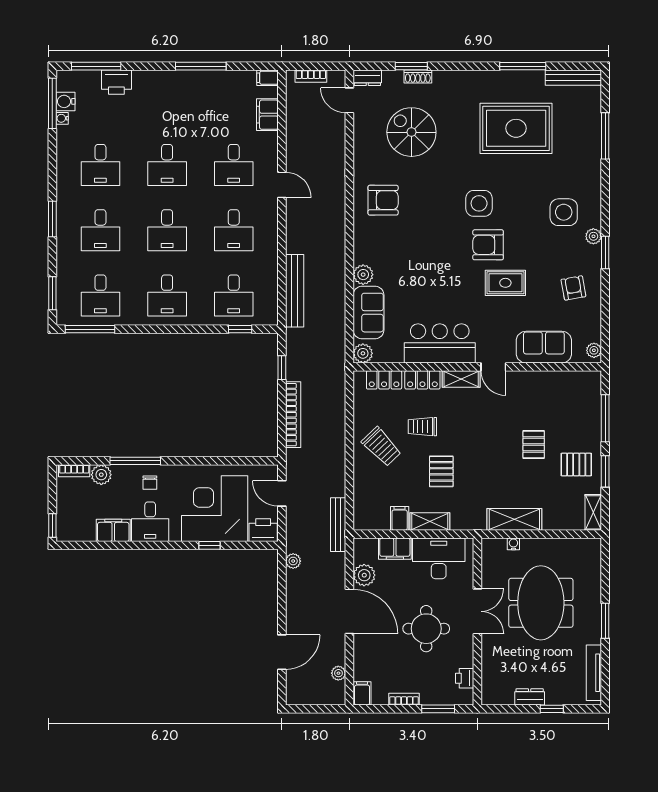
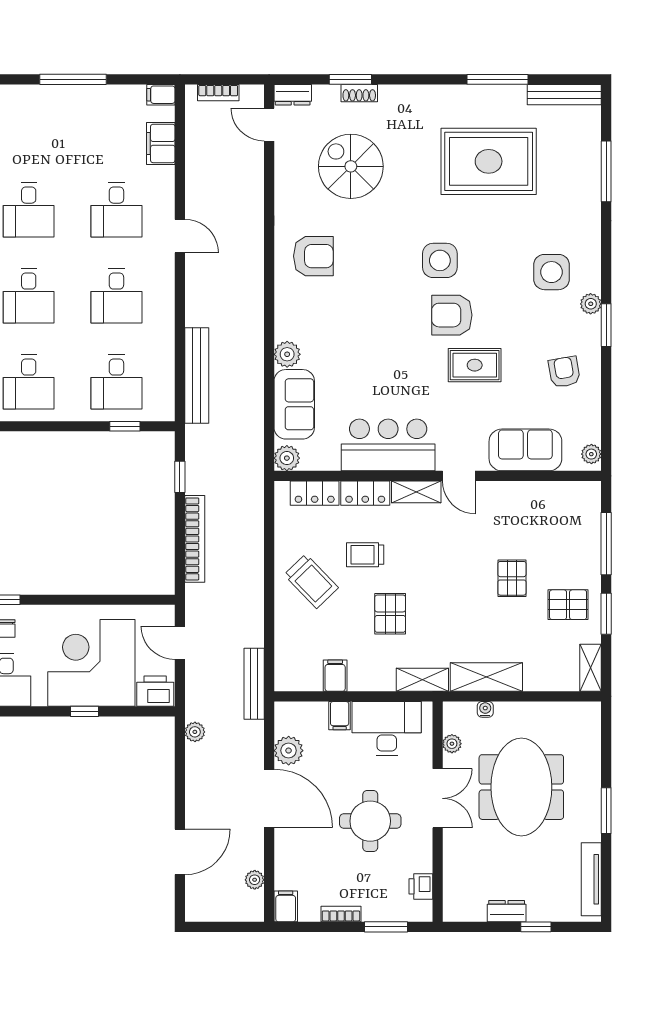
shelving: (430, 521) -> (422, 680), moved
filing cabinet: (395, 549) -> (340, 716), width x0.50
plant: (488, 570) -> (452, 744), added

